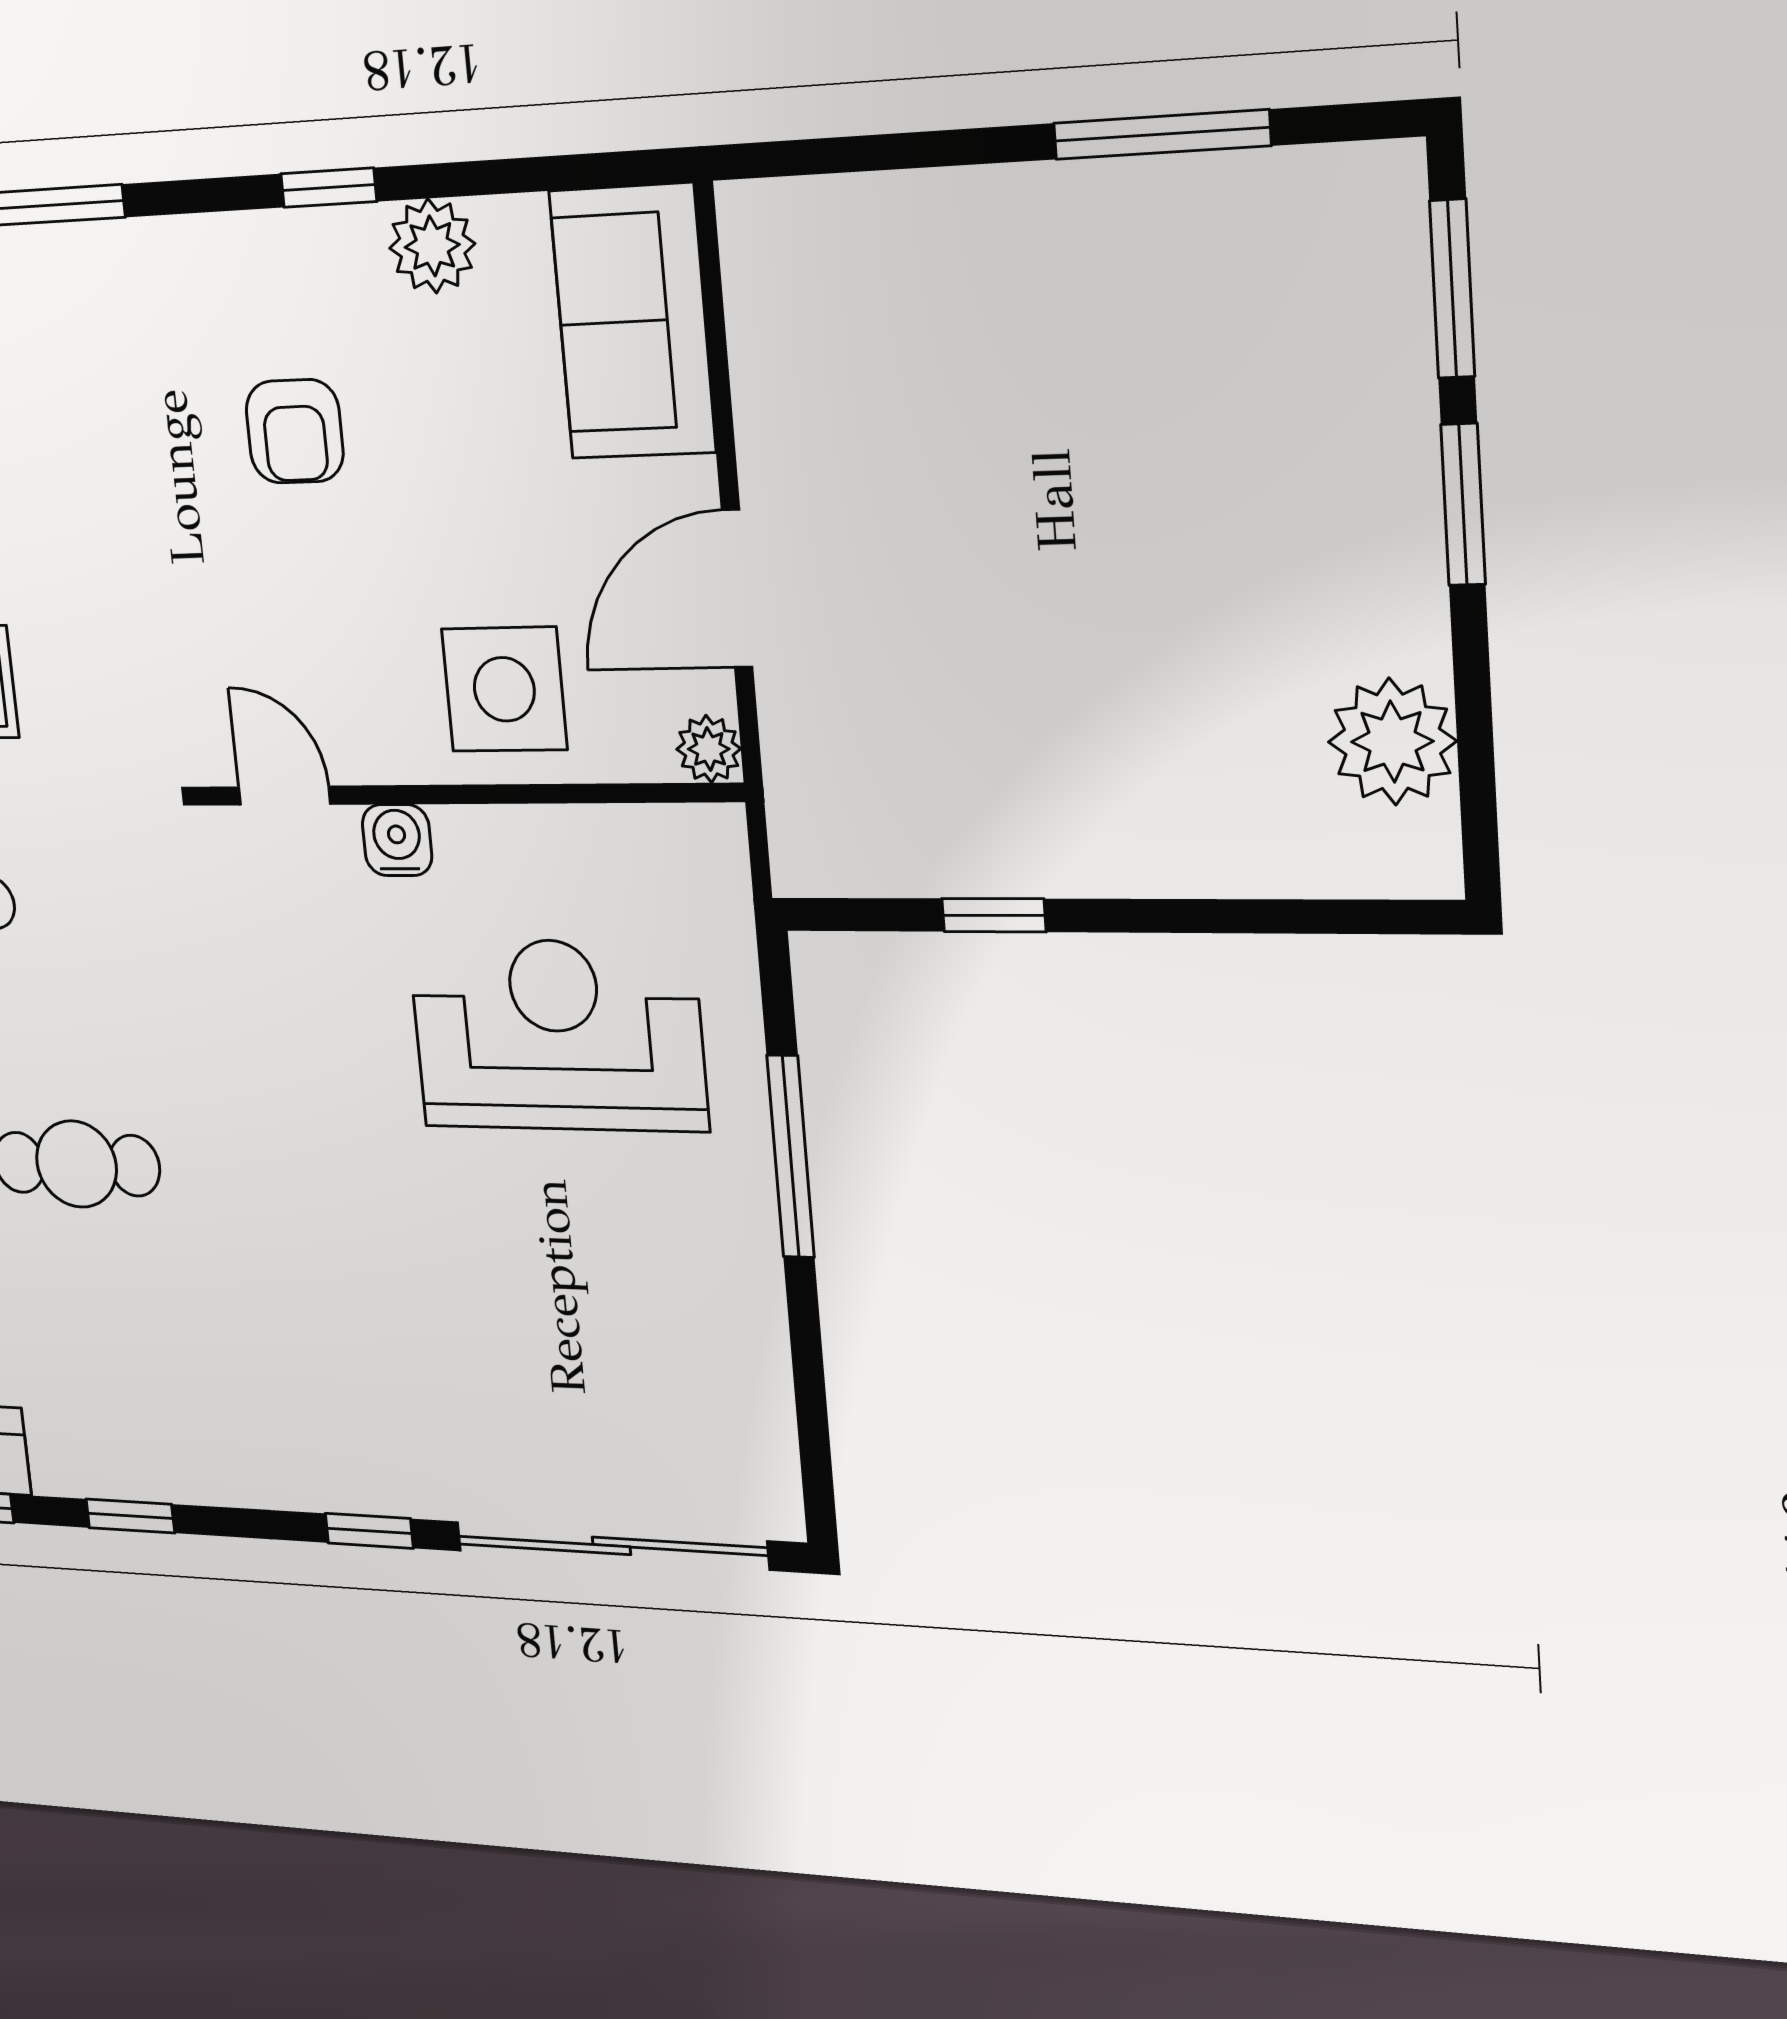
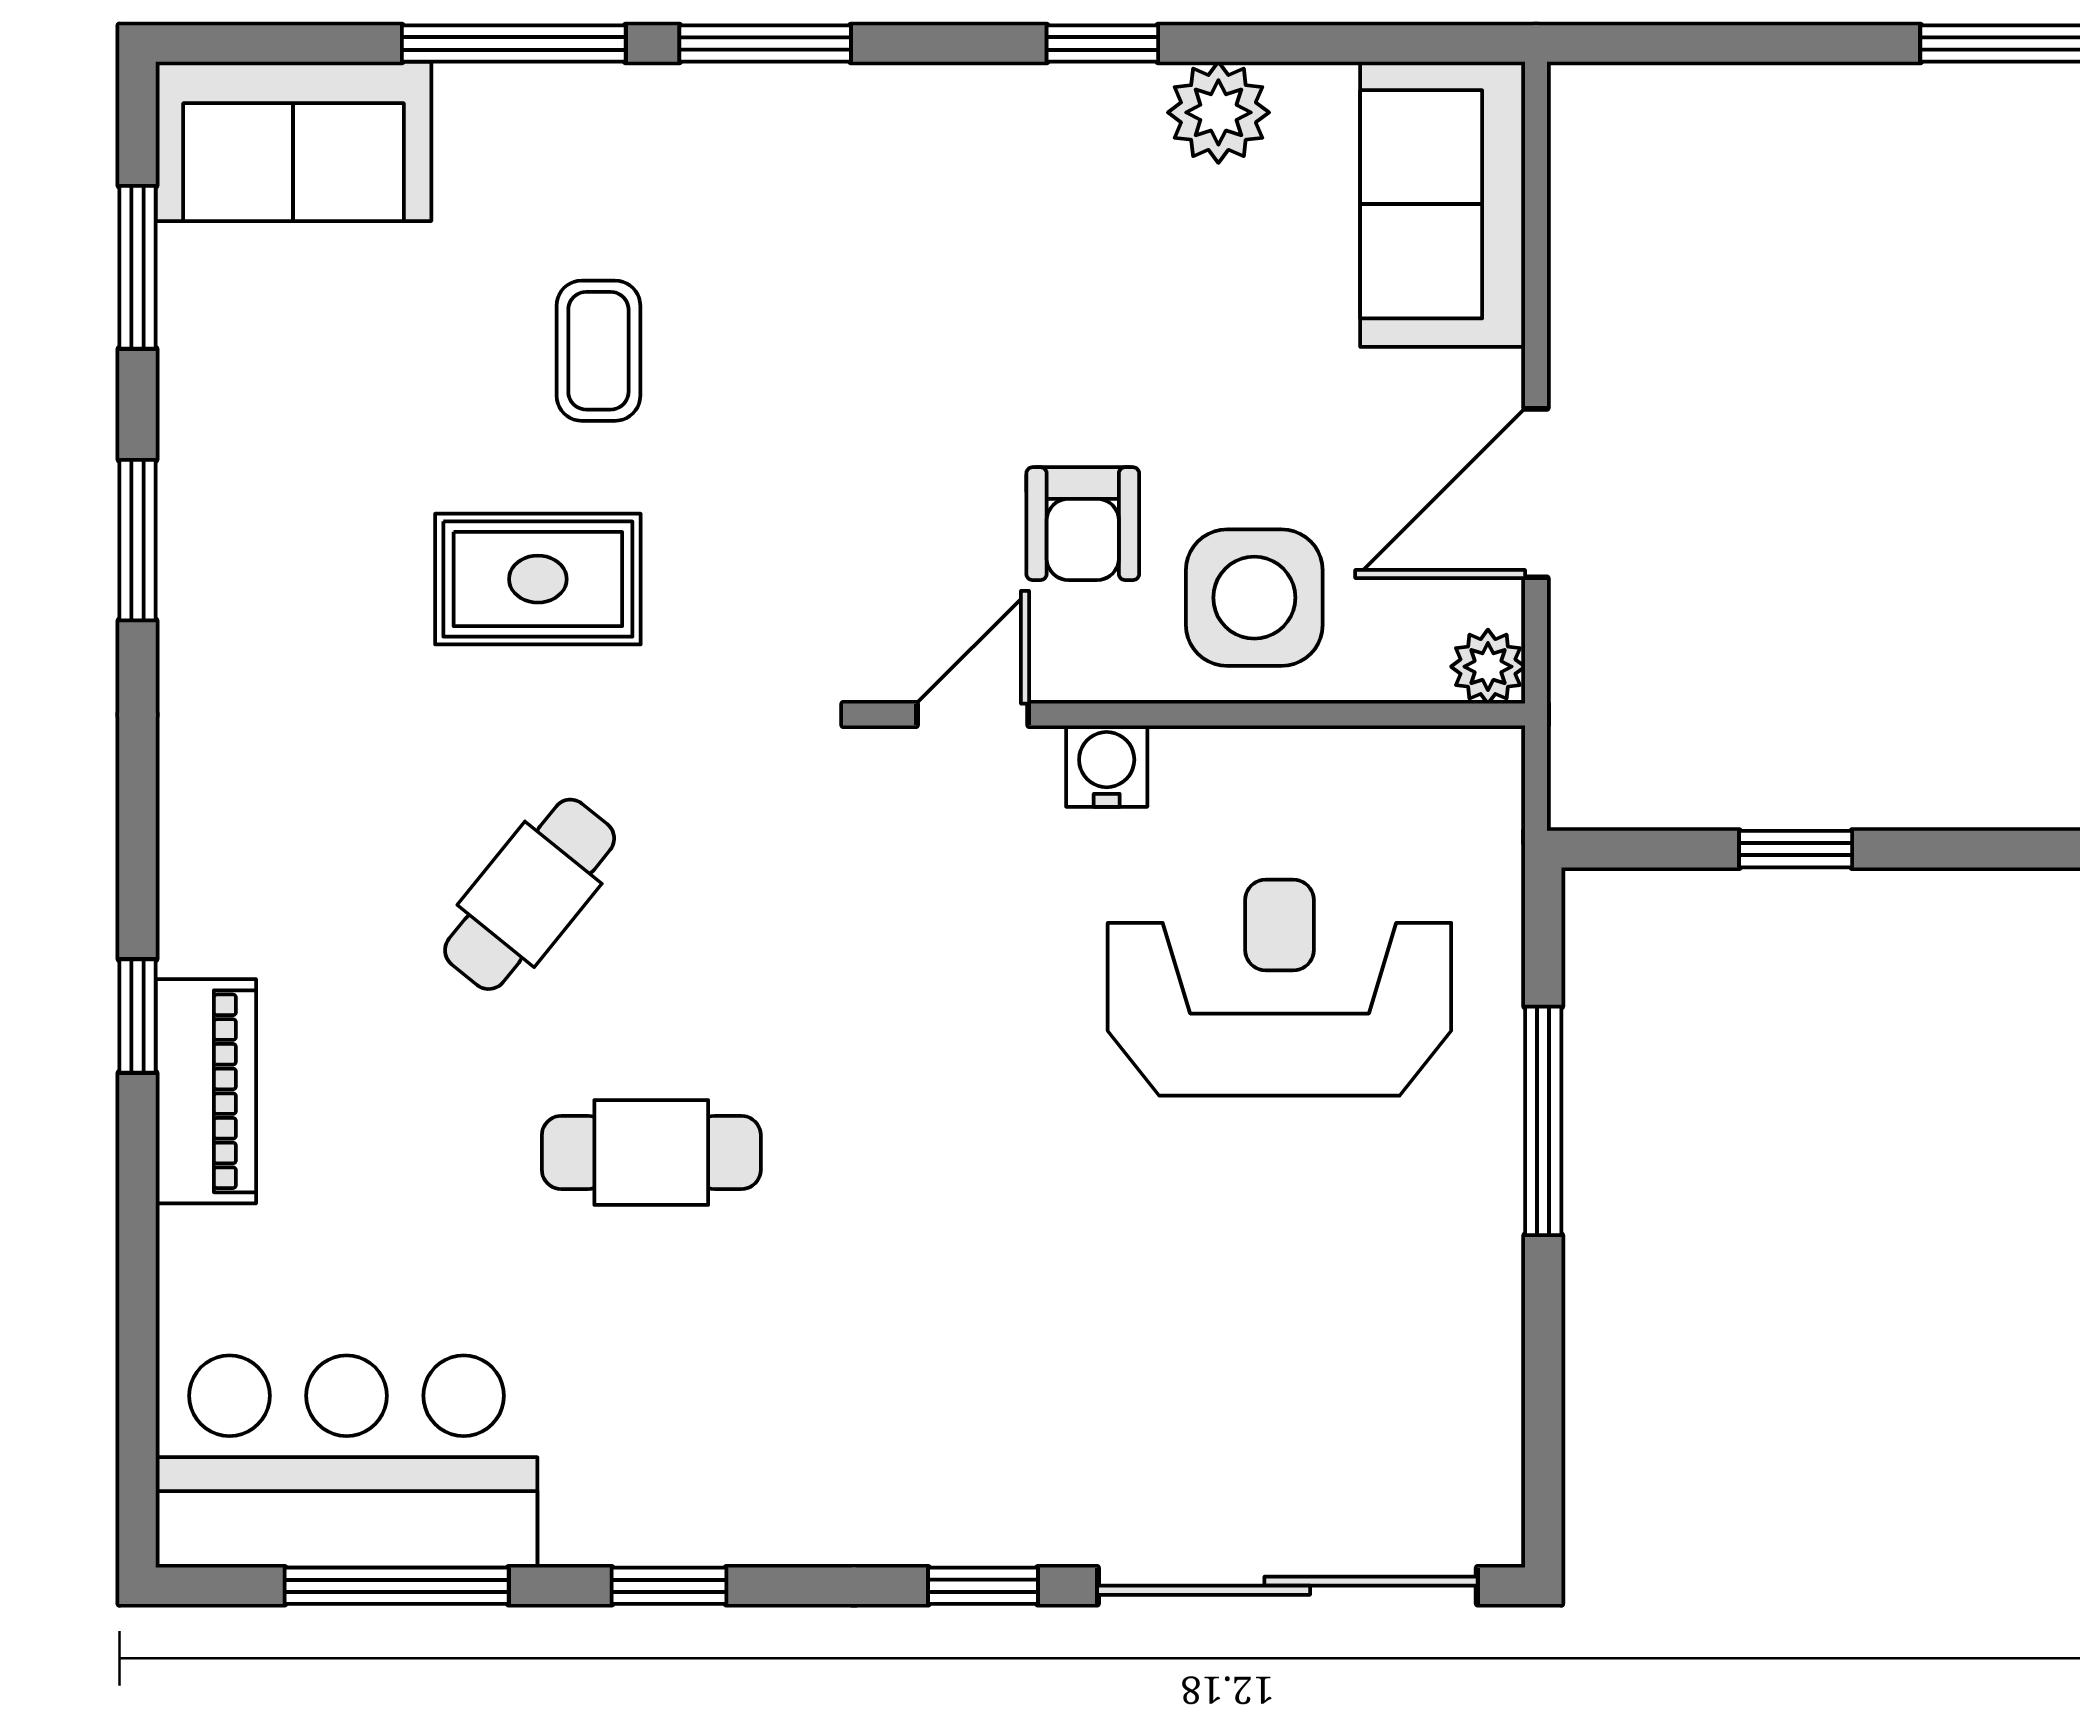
armchair: (295, 431) -> (1083, 524), moved
door: (285, 796) -> (973, 715), hinge flipped

